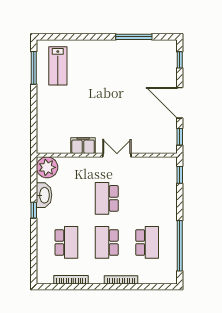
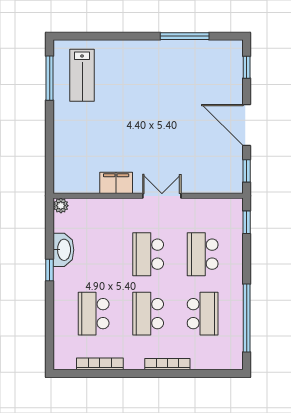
plant: (47, 167) -> (61, 206), width x0.53, depth x0.53
school desk: (147, 198) -> (203, 254), added
school desk: (66, 242) -> (94, 314), turned 180

